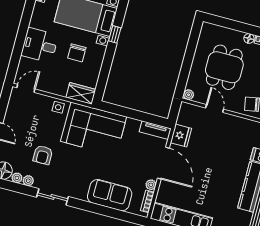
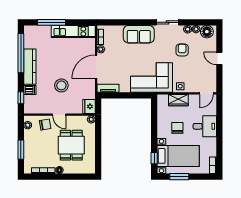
window: (115, 34) -> (154, 158), moved
wardrobe: (81, 93) -> (178, 100), moved
door: (215, 109) -> (59, 115), moved
fridge: (181, 136) -> (89, 106), moved
stool: (216, 150) -> (61, 85), added
door: (163, 163) -> (96, 67), hinge flipped
sofa: (110, 195) -> (139, 34), moved

